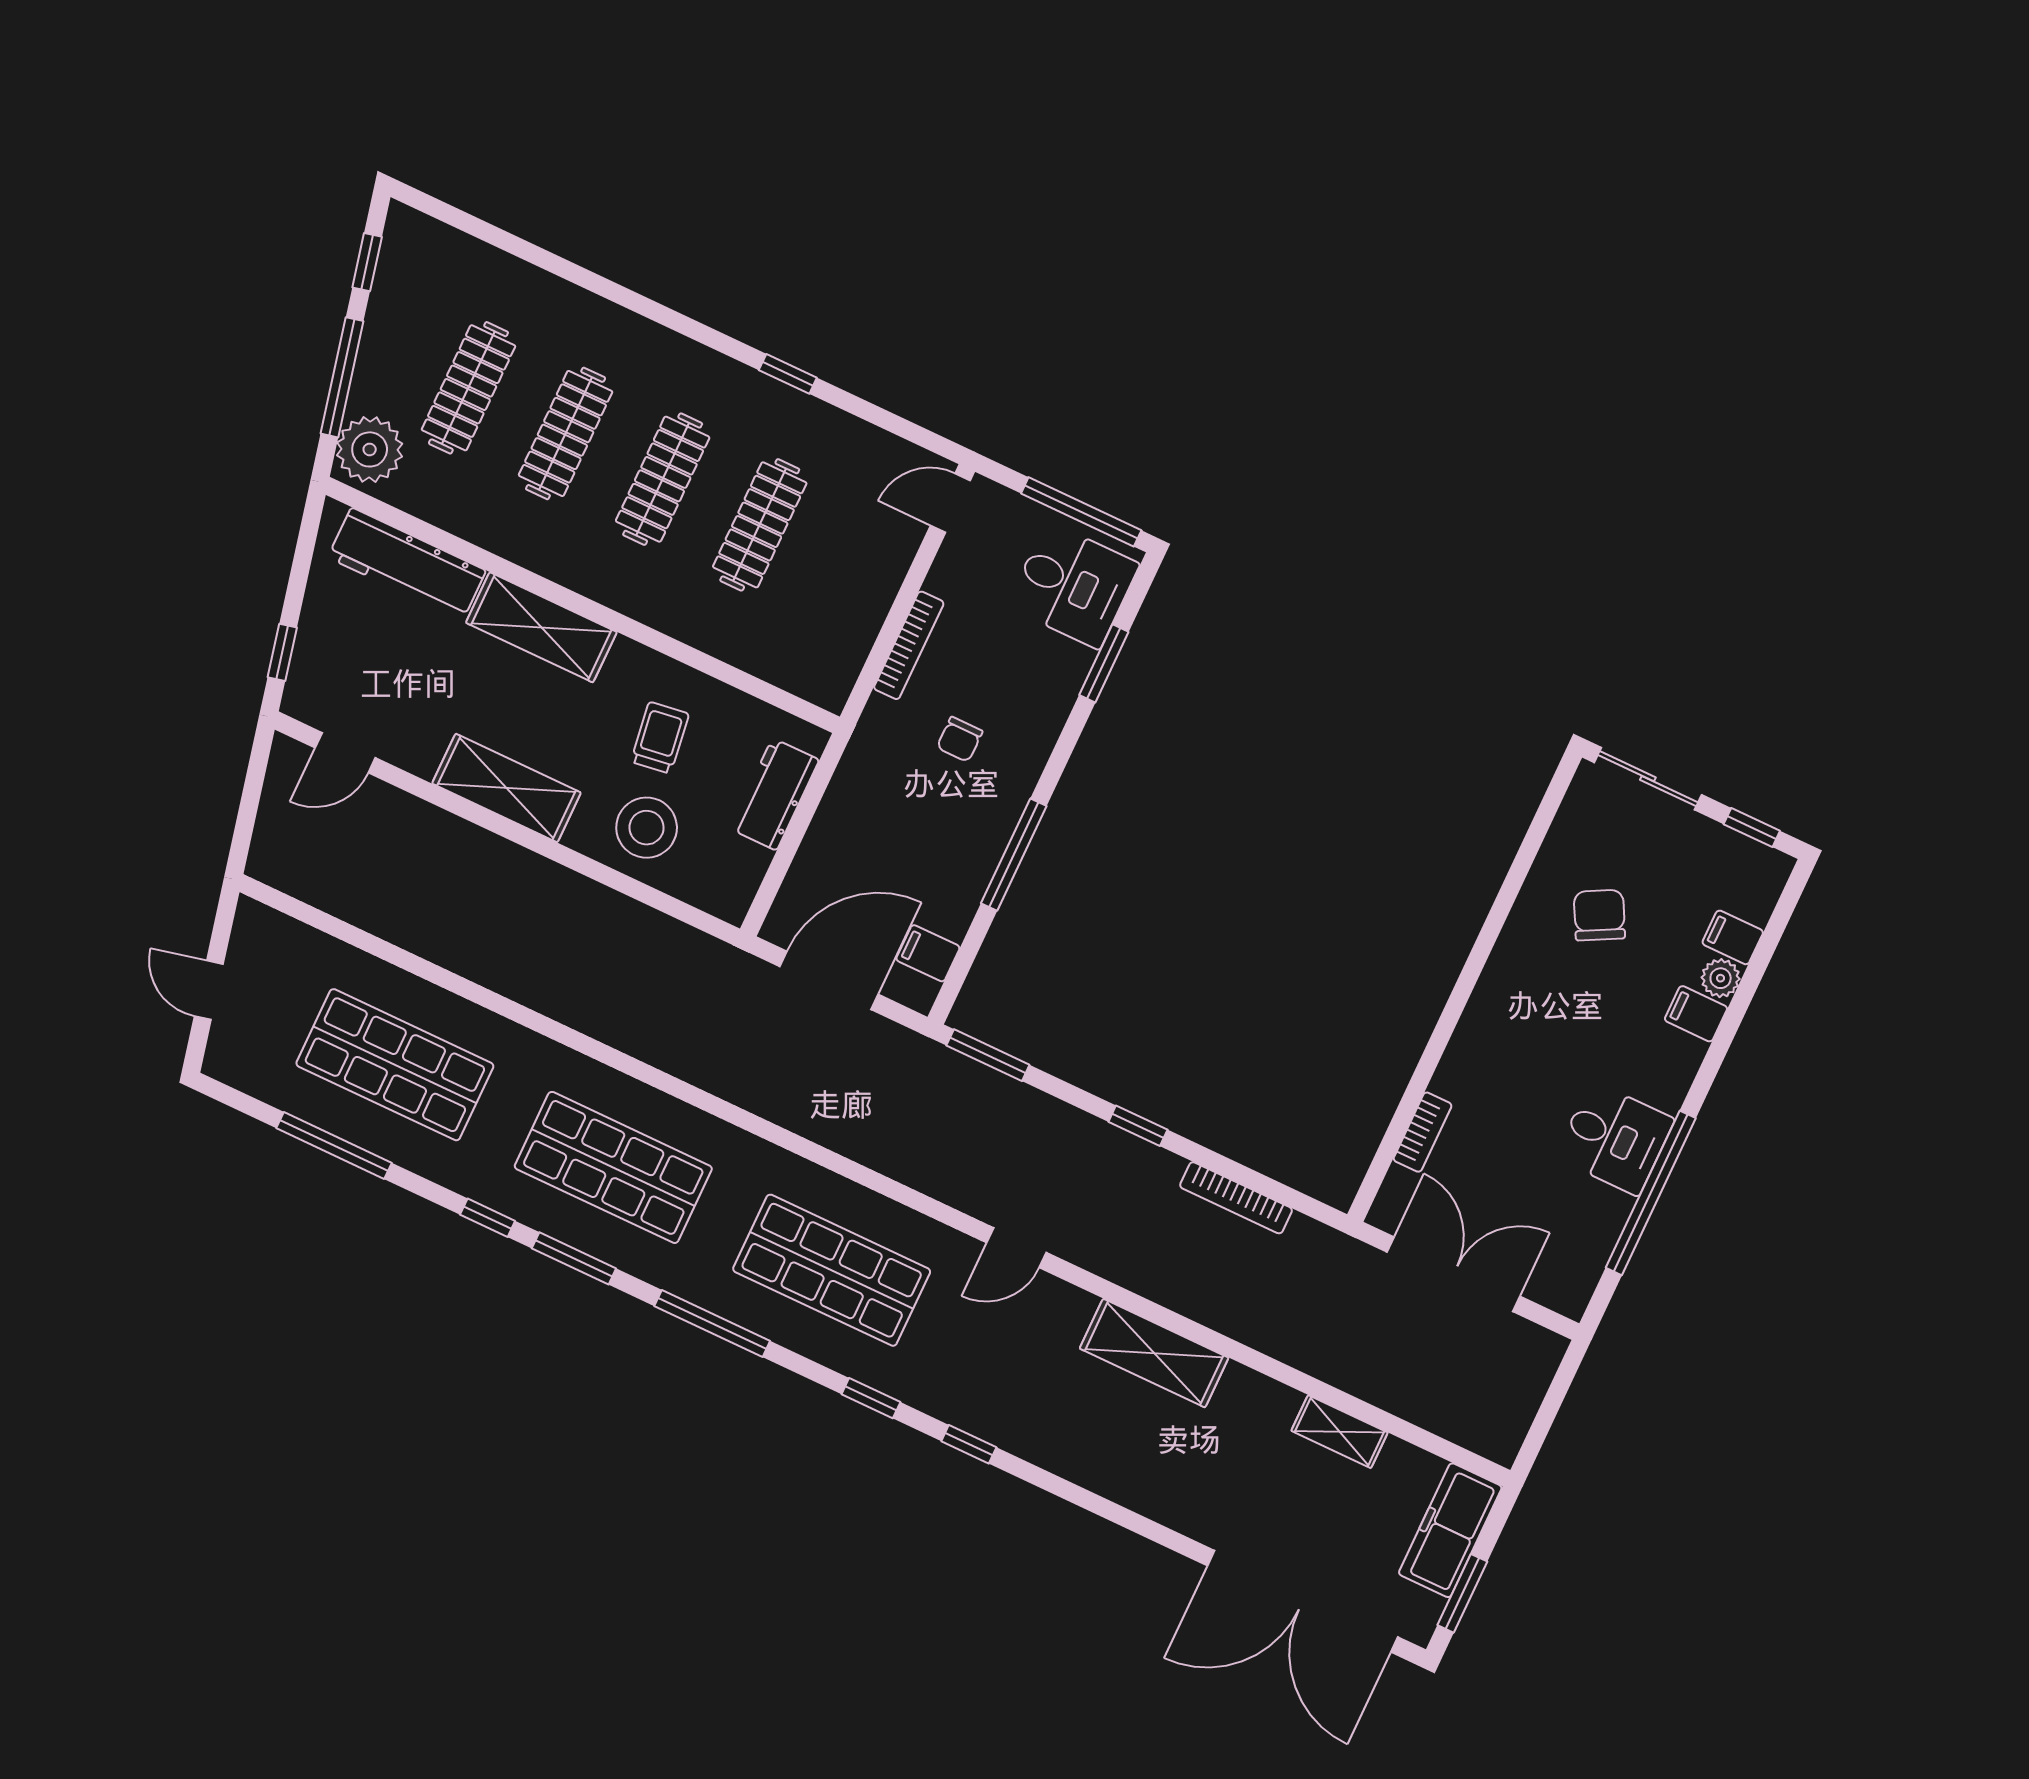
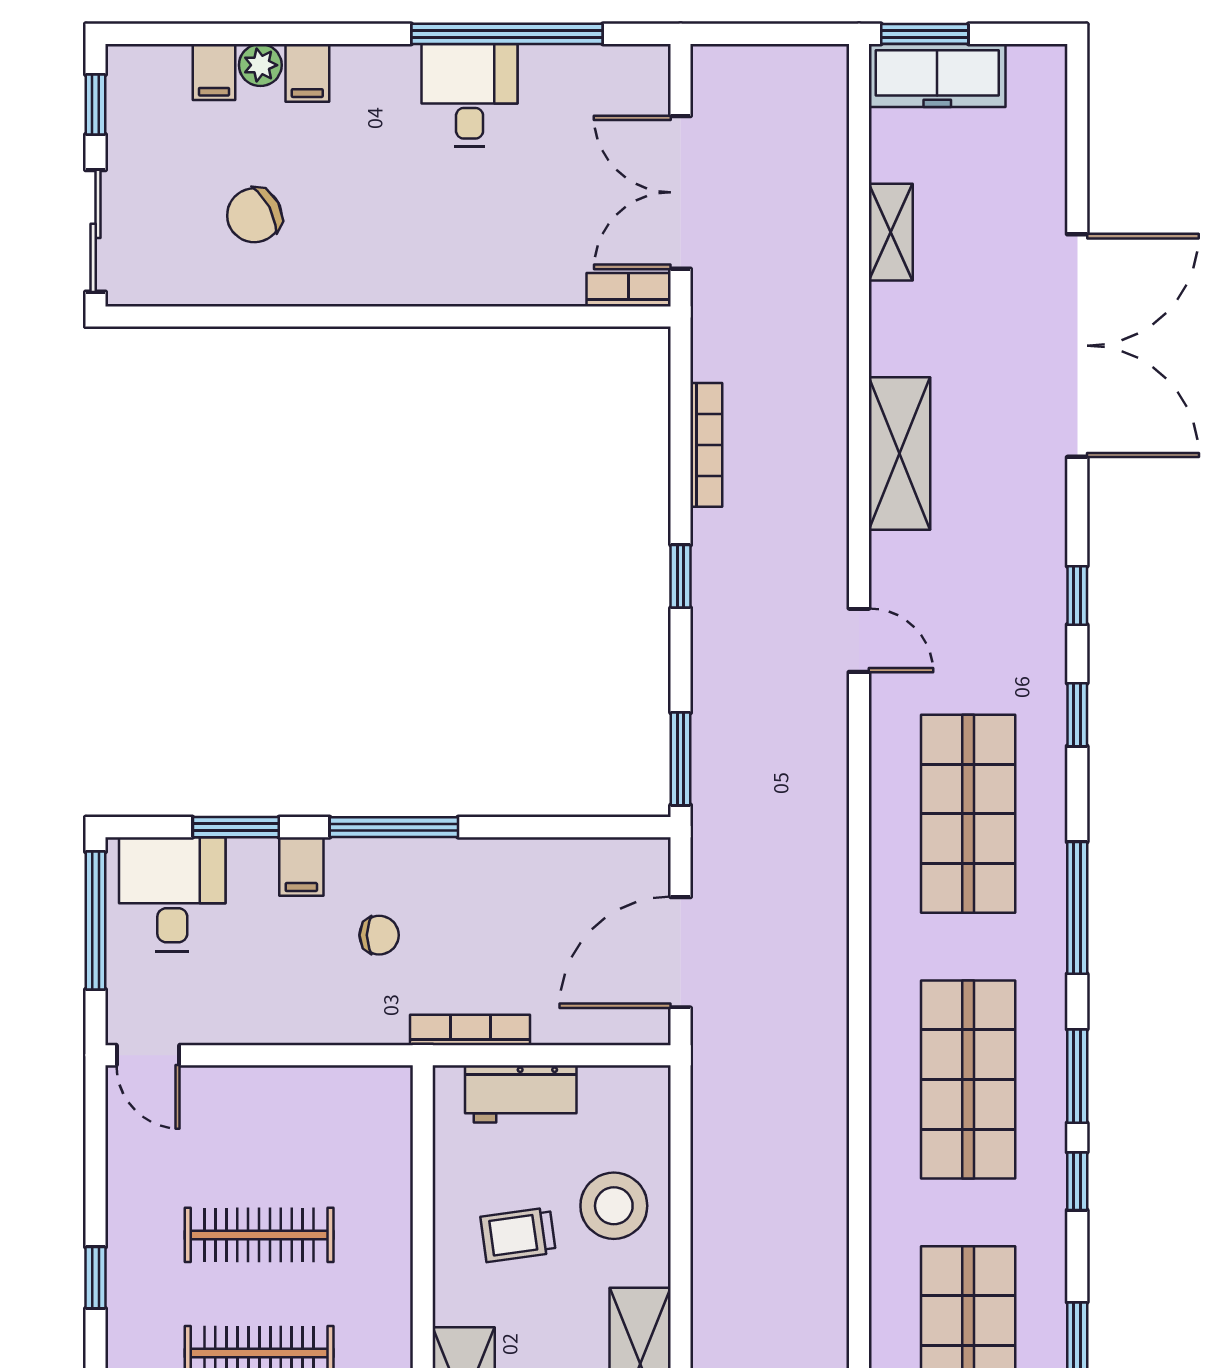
bookcase: (909, 645) -> (470, 1030), moved
window: (1014, 855) -> (394, 827), moved
filing cabinet: (928, 953) -> (301, 866), moved
door: (829, 980) -> (681, 952), hinge flipped
bookcase: (1423, 1132) -> (629, 290), moved
window: (1462, 1593) -> (925, 34), moved
double door: (1303, 1601) -> (1077, 346), moved

